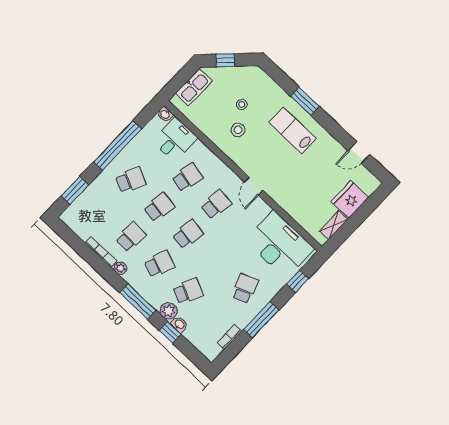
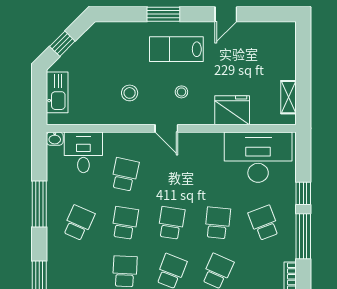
stool: (242, 104) -> (181, 92), moved
window: (117, 145) -> (39, 204), width x0.68
door: (359, 153) -> (226, 14), moved
door: (254, 186) -> (166, 128), moved
fridge: (350, 199) -> (232, 110), moved, turned 90
school desk: (216, 204) -> (218, 223), moved
window: (298, 281) -> (303, 193), moved

